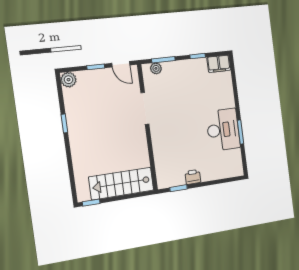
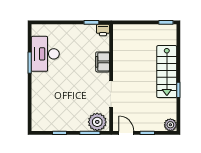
filing cabinet: (219, 64) -> (103, 62), moved, turned -90
plant: (156, 68) -> (97, 122), width x1.88, depth x1.88
desk: (223, 130) -> (45, 54), moved
printer: (193, 177) -> (103, 30), moved
stairs: (121, 184) -> (167, 72), moved, turned 90

